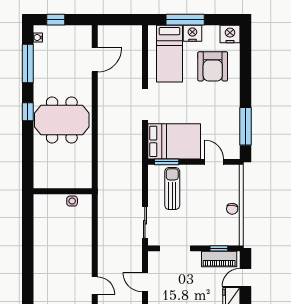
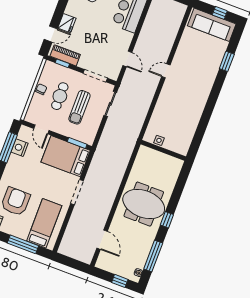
nightstand: (192, 33) -> (20, 148), moved, turned 90
door: (95, 60) -> (102, 240), swing flipped
sun lounger: (172, 188) -> (79, 107), moved
cafe table: (207, 209) -> (60, 96), added
door: (95, 285) -> (166, 71), hinge flipped

